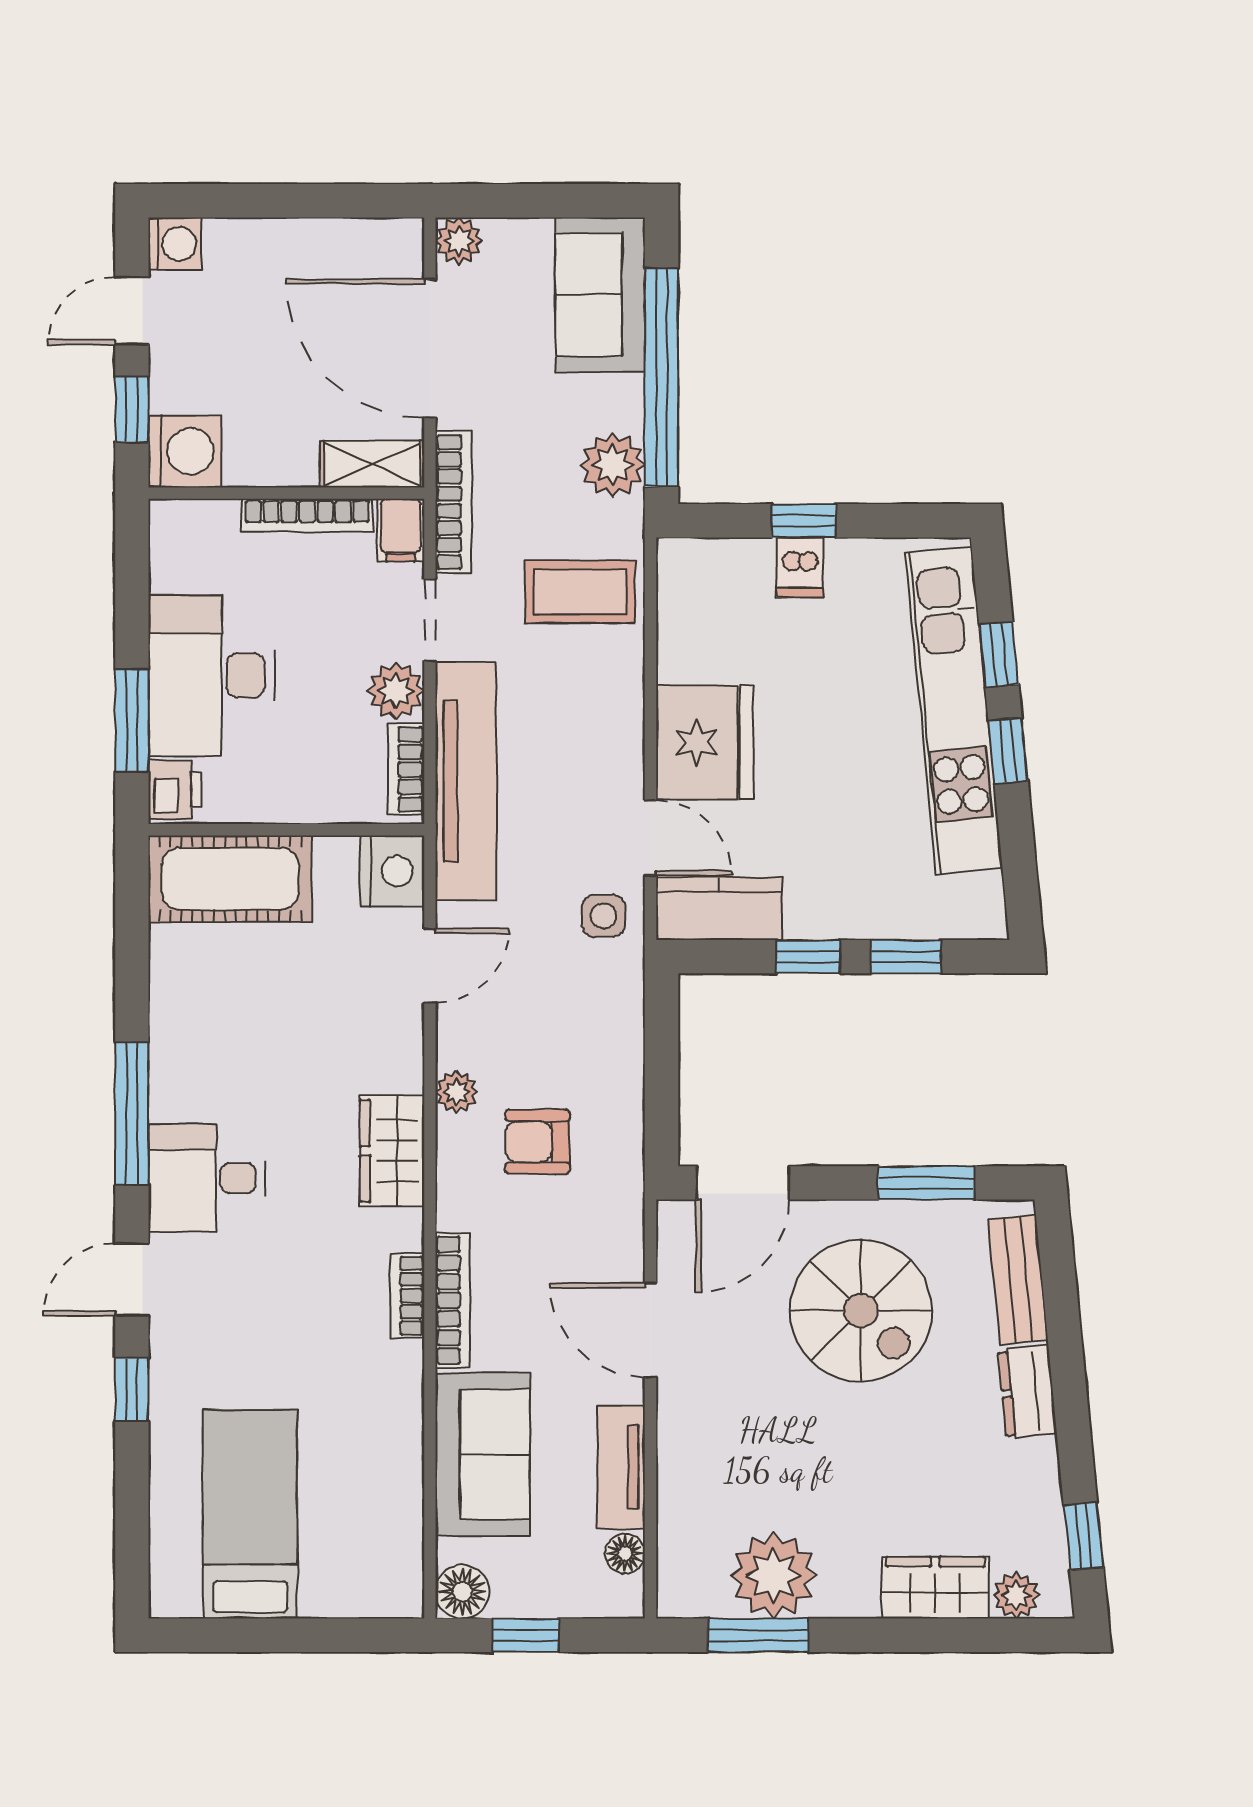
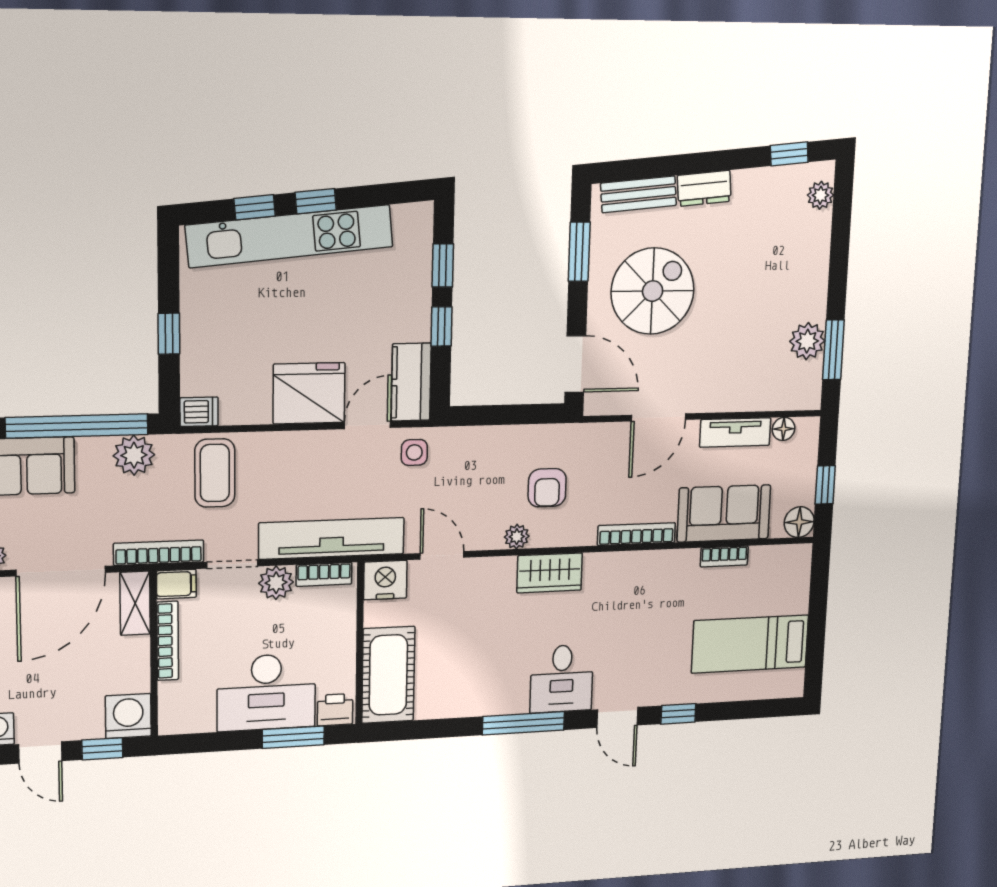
dishwasher: (800, 567) -> (199, 412), moved
bookcase: (407, 1296) -> (724, 556), moved
plant: (774, 1576) -> (807, 341), width x0.73, depth x0.73
wardrobe: (935, 1588) -> (813, 244), removed

